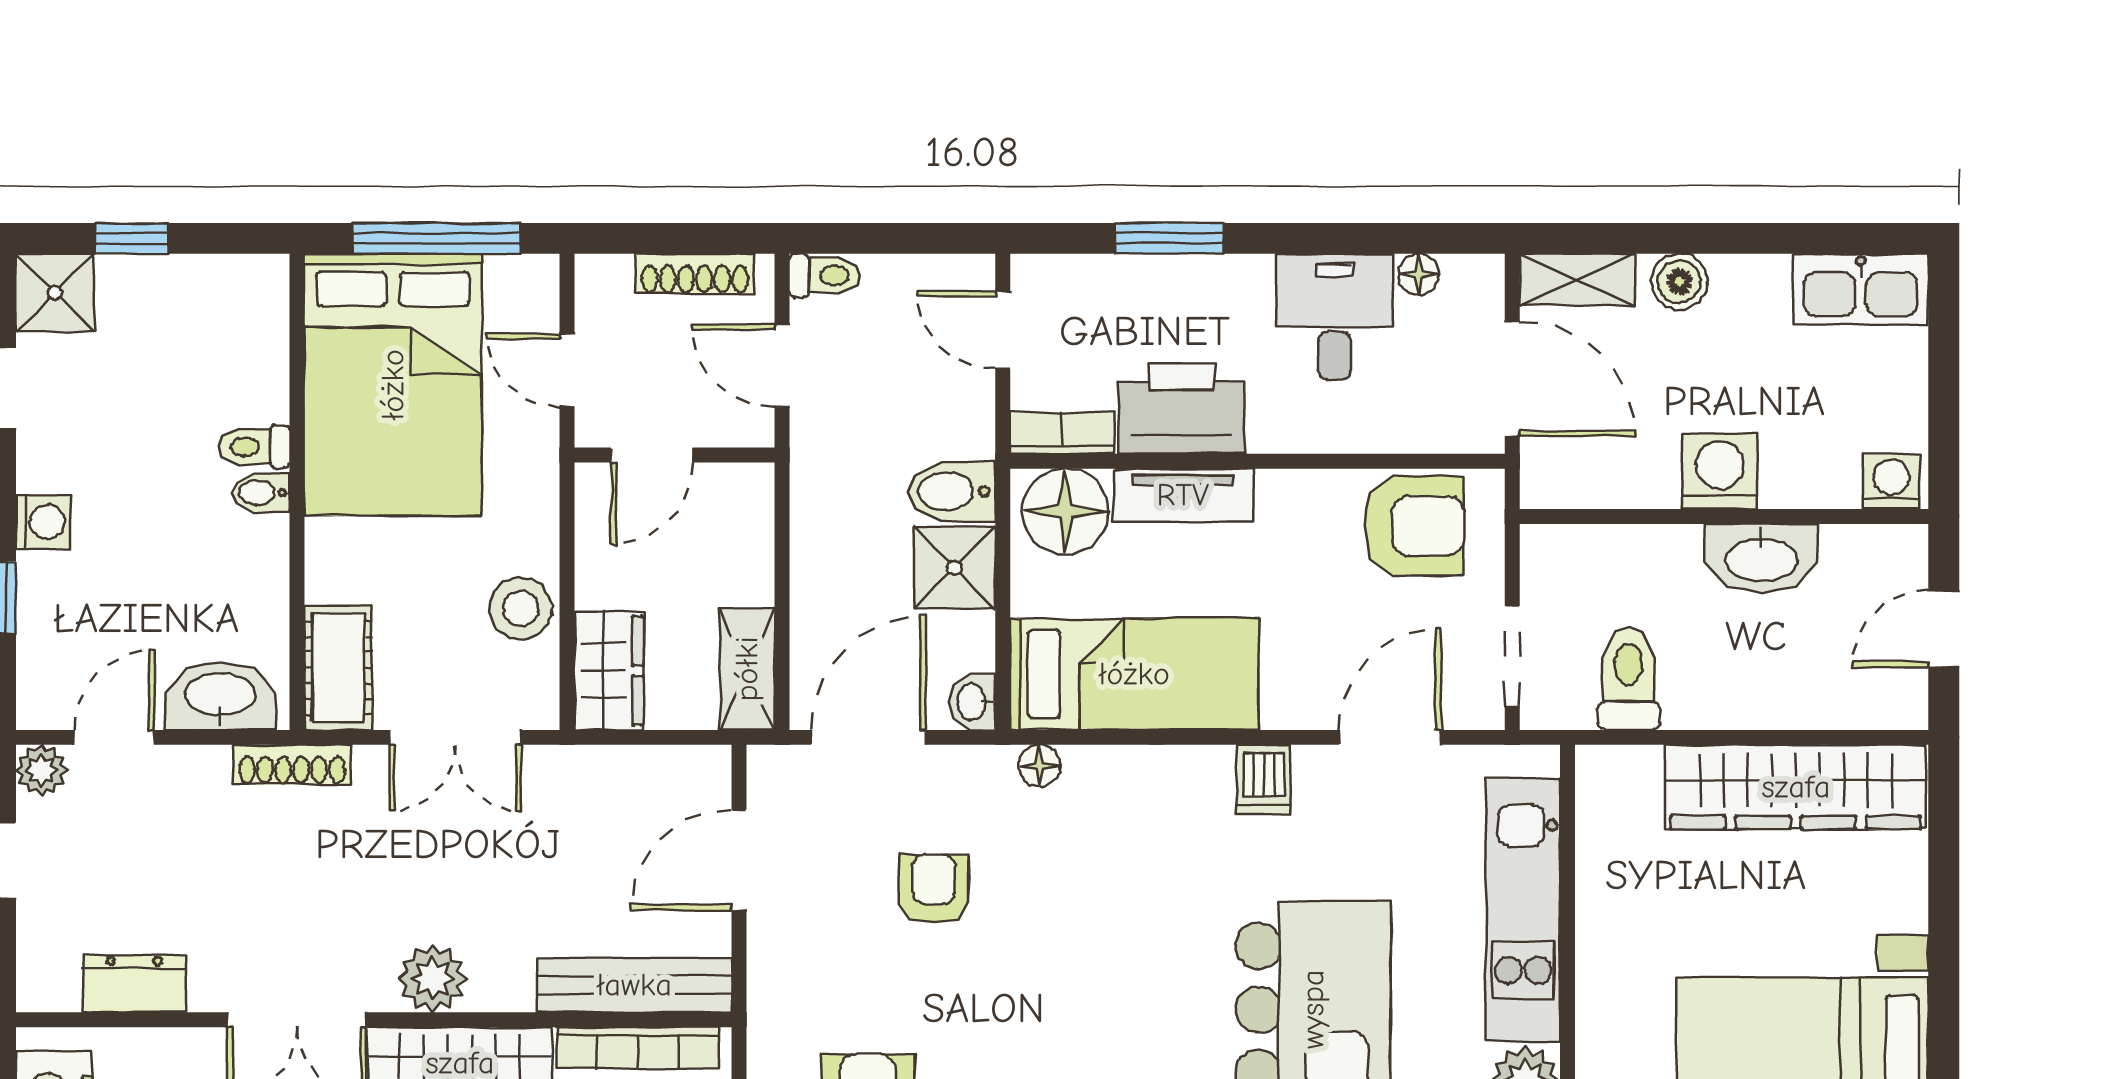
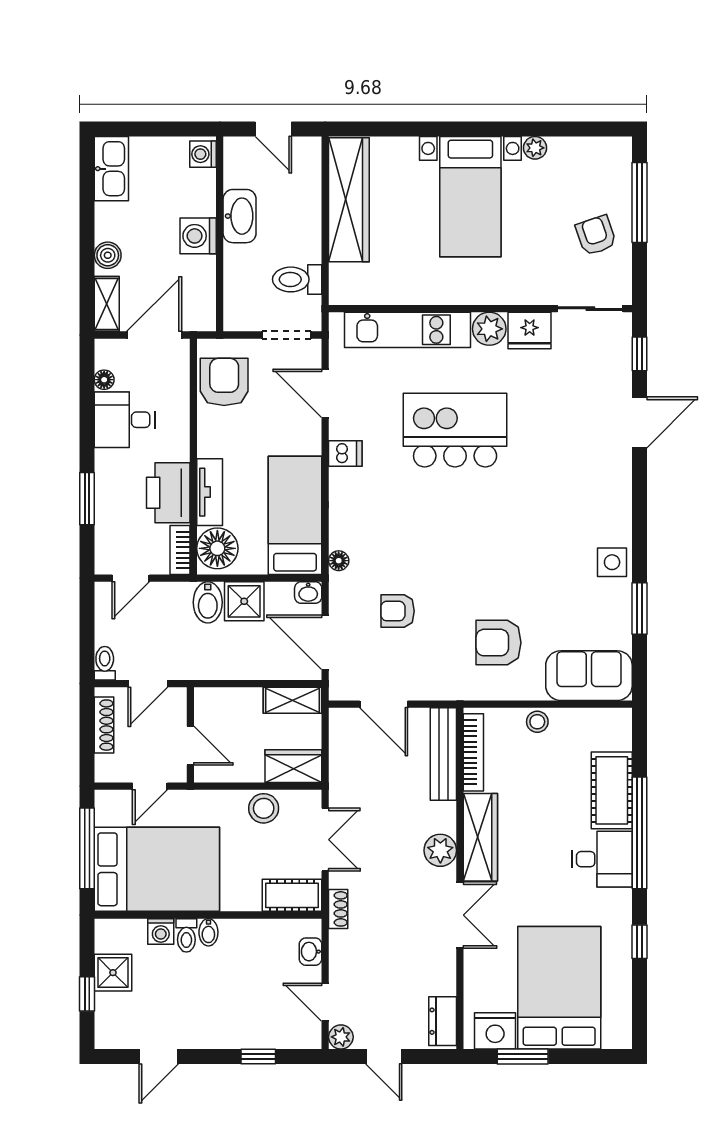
shower: (55, 293) -> (113, 973), moved
washing machine: (43, 522) -> (161, 931), moved, turned 180
washbasin: (220, 696) -> (311, 952), width x0.52, depth x0.69
shoe rack: (292, 765) -> (338, 909), width x0.70
dresser: (134, 984) -> (443, 1021), moved

